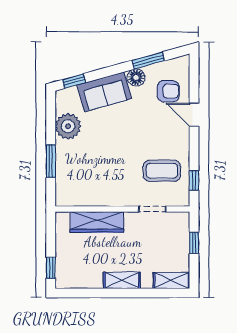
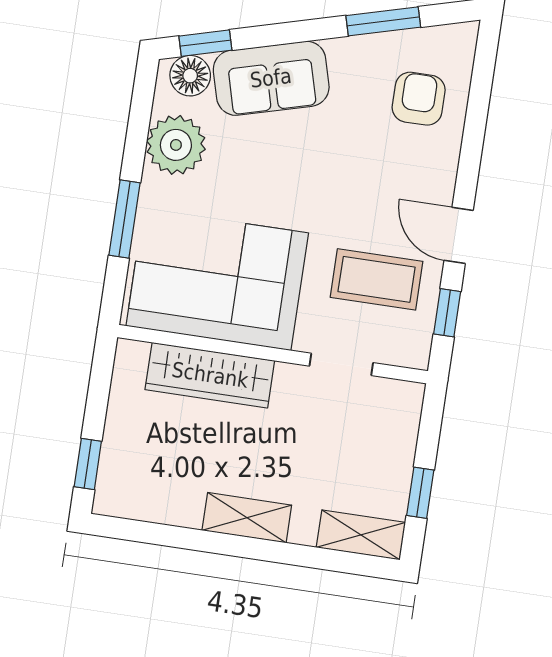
floor lamp: (136, 77) -> (190, 76), moved
armchair: (168, 91) -> (419, 99), turned -90
door: (194, 115) -> (459, 235), moved
corner sofa: (94, 181) -> (217, 279), added
window: (194, 243) -> (420, 493), moved

